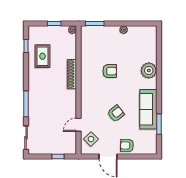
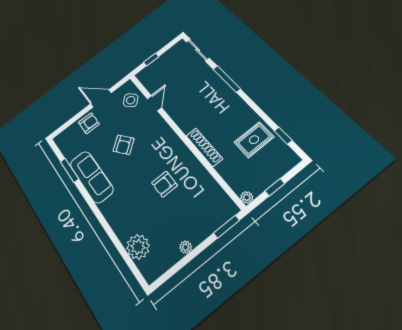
rug: (43, 56) -> (254, 140), turned 90
plant: (149, 70) -> (138, 247), moved

